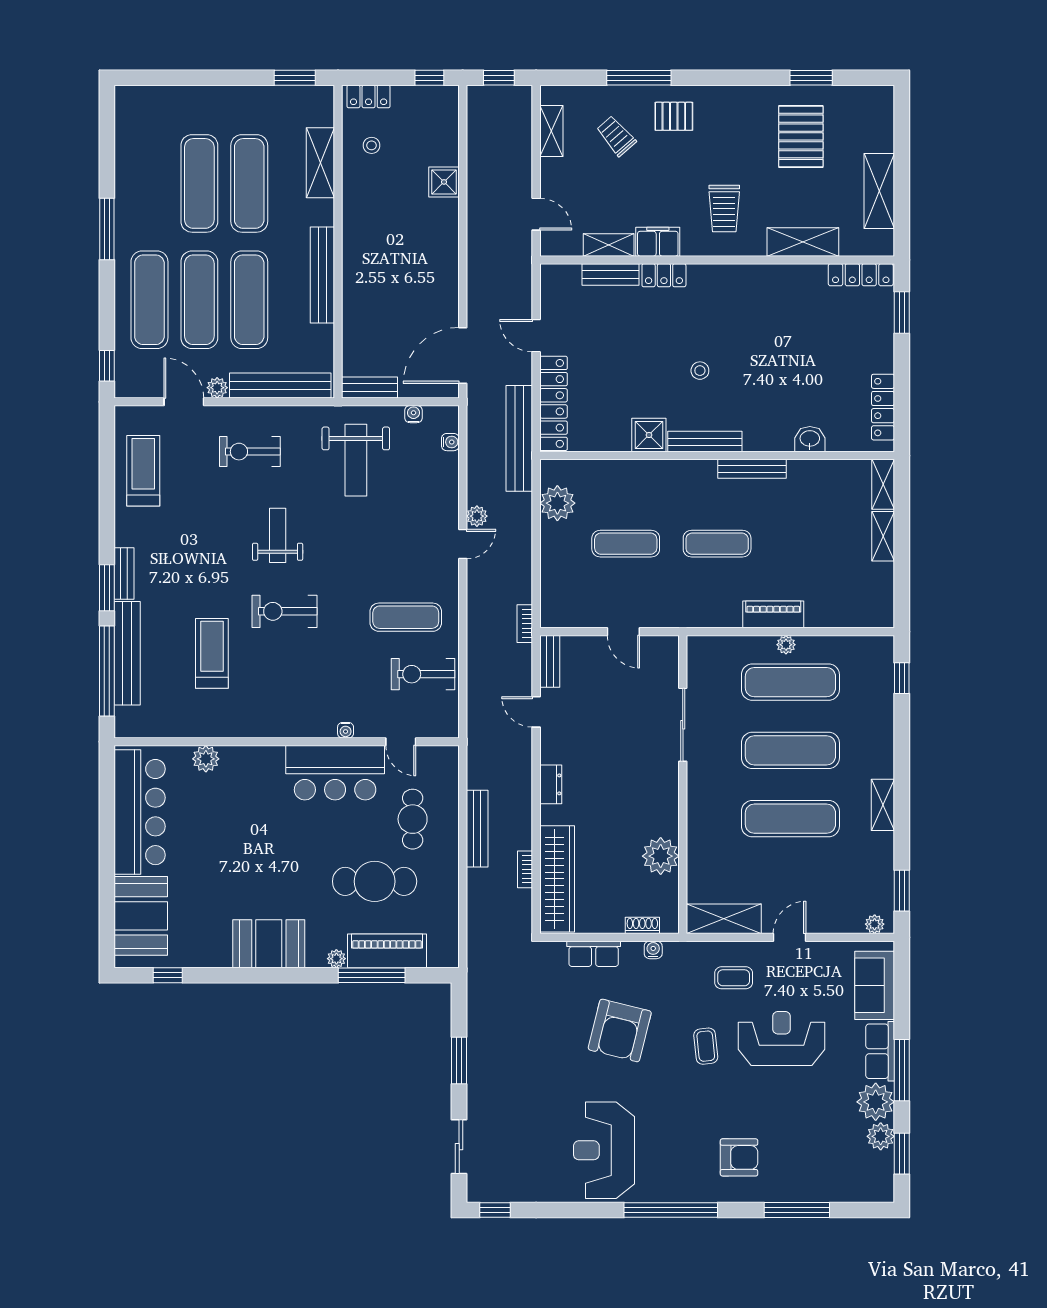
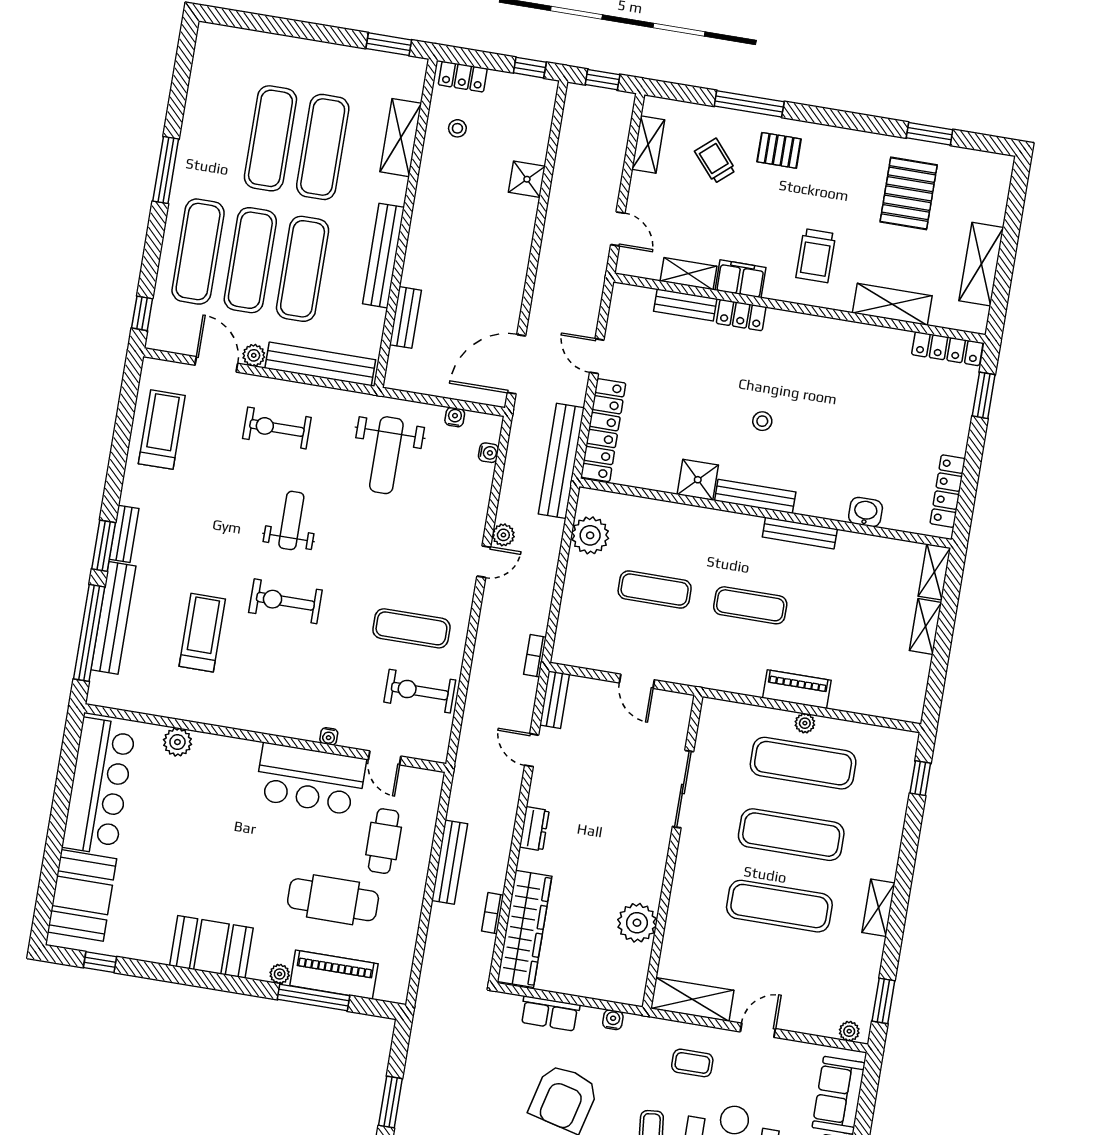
bench: (370, 387) -> (405, 317), moved, turned 90
shoe rack: (642, 925) -> (606, 992), removed

